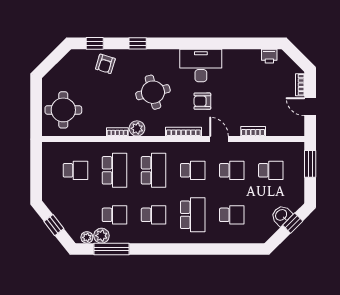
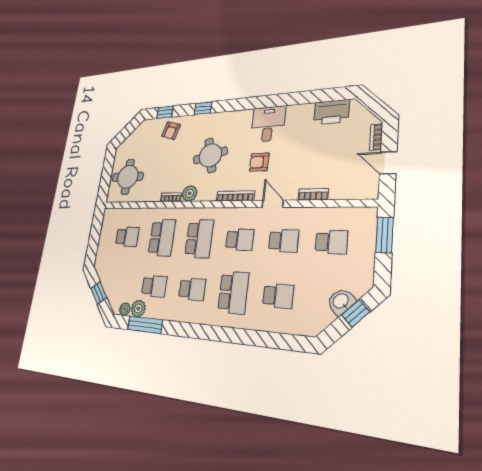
printer: (269, 56) -> (332, 112), width x1.87, depth x1.48
desk: (201, 65) -> (268, 124), width x0.73

